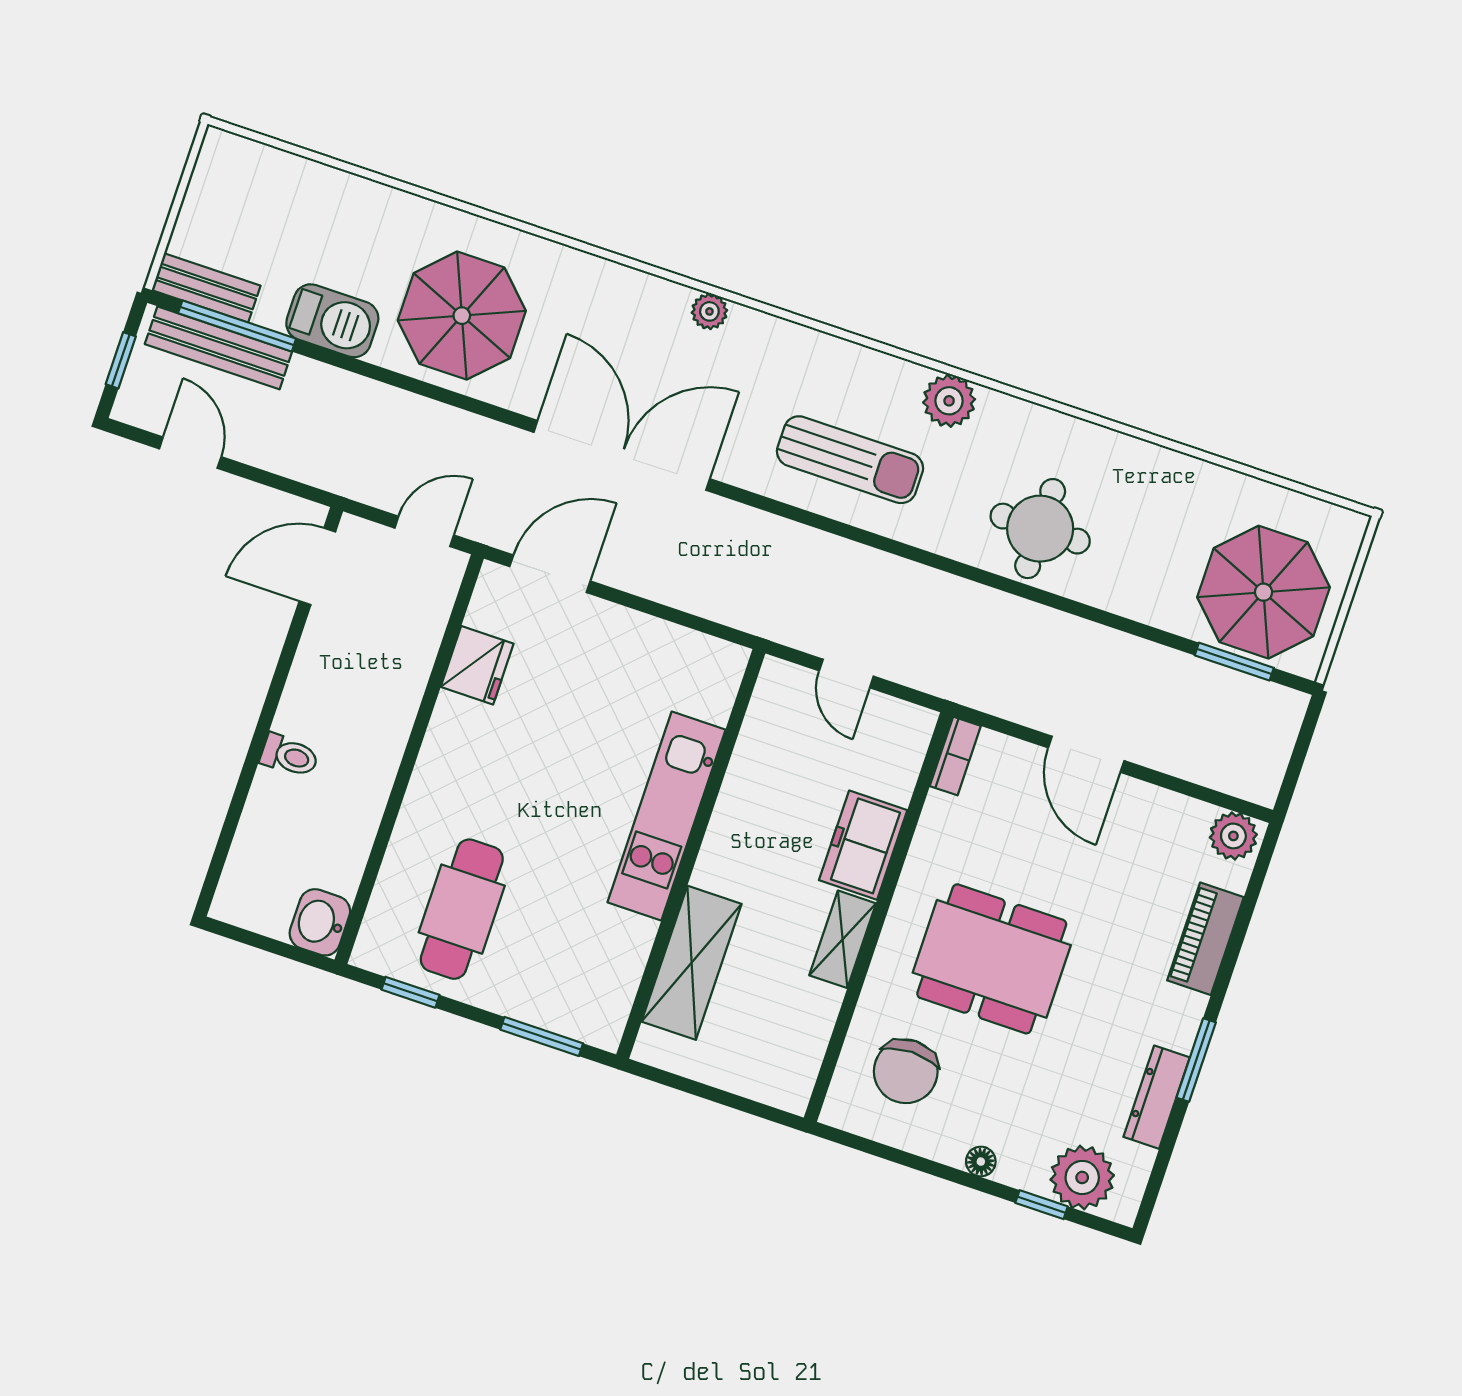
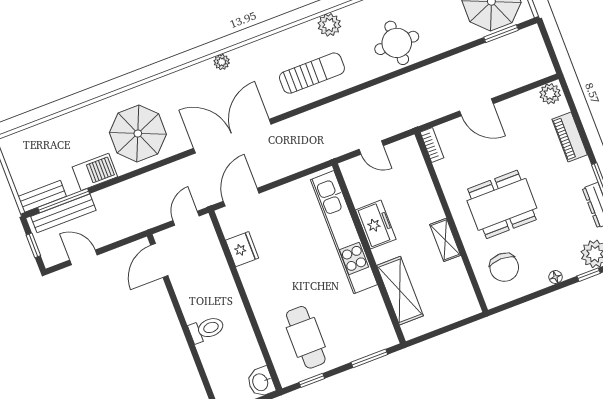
toilet: (289, 756) -> (207, 329), width x1.37, depth x1.39
kitchen unit: (666, 816) -> (344, 232), width x1.36
freezer: (863, 845) -> (376, 225), moved, turned 180

